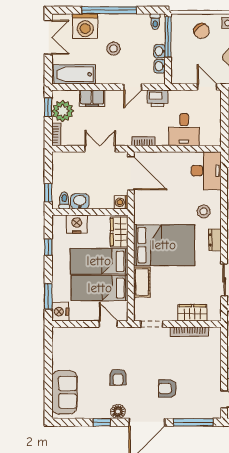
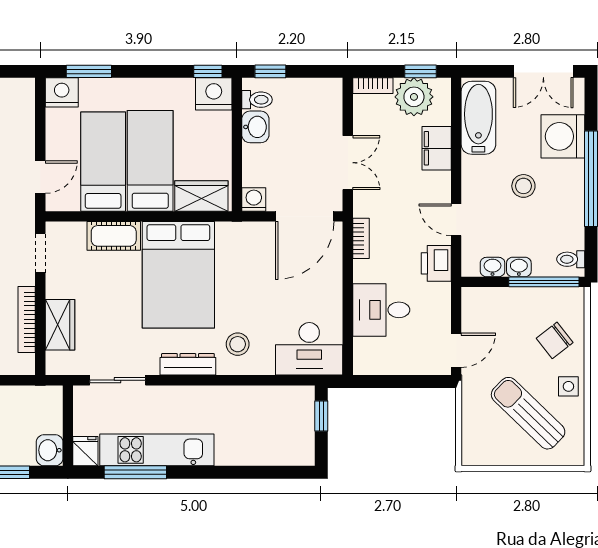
nightstand: (77, 224) -> (214, 94), moved, turned -90
dresser: (215, 240) -> (188, 364), width x1.44
window: (48, 247) -> (208, 71), moved

